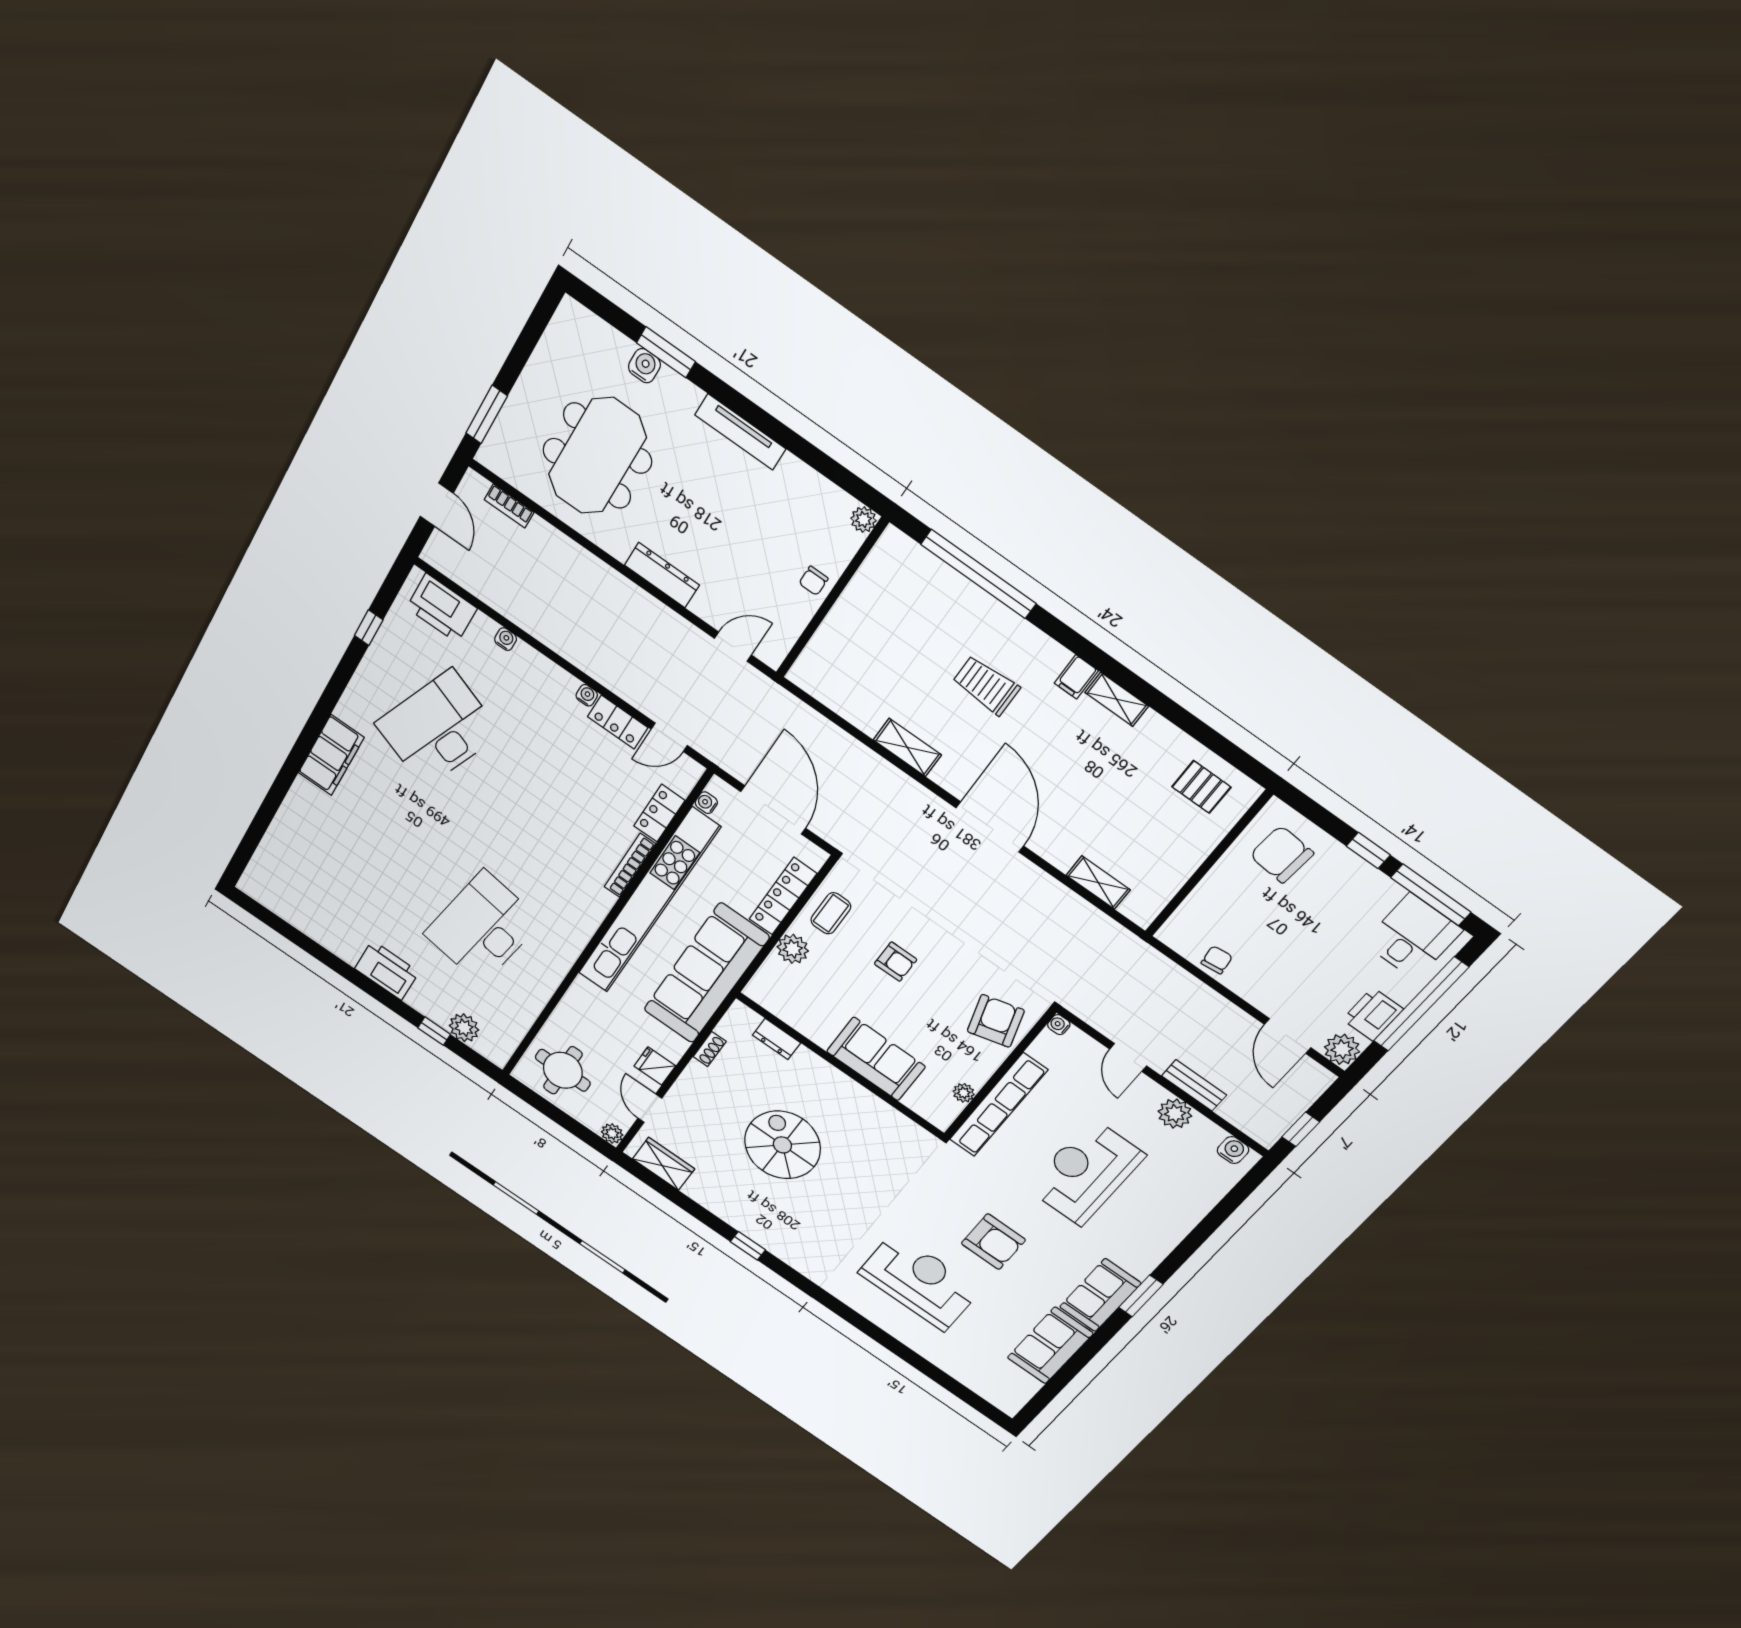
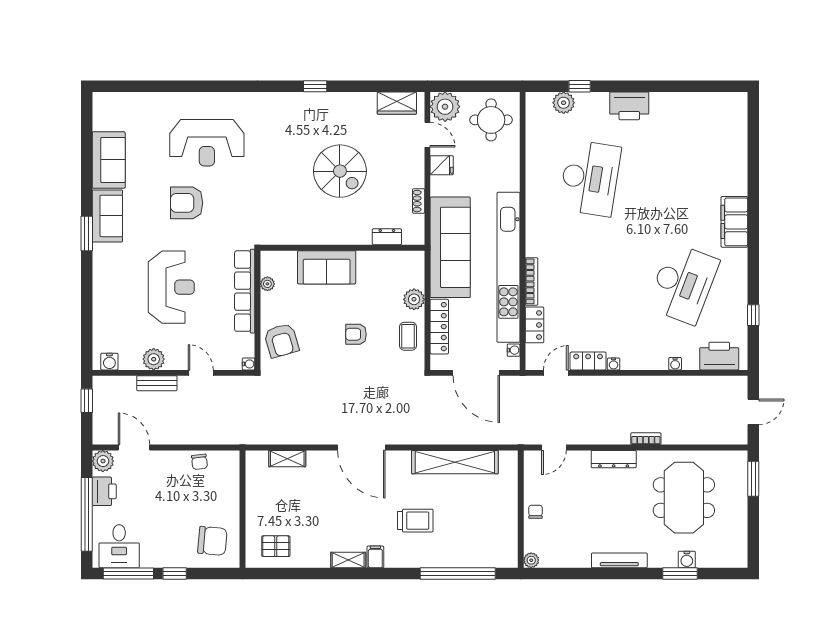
door: (437, 505) -> (753, 412), swing flipped
bookcase: (509, 506) -> (646, 439), moved
shelving: (907, 747) -> (455, 462), width x2.20, depth x1.33
plant: (612, 1133) -> (445, 107), width x1.88, depth x1.88

